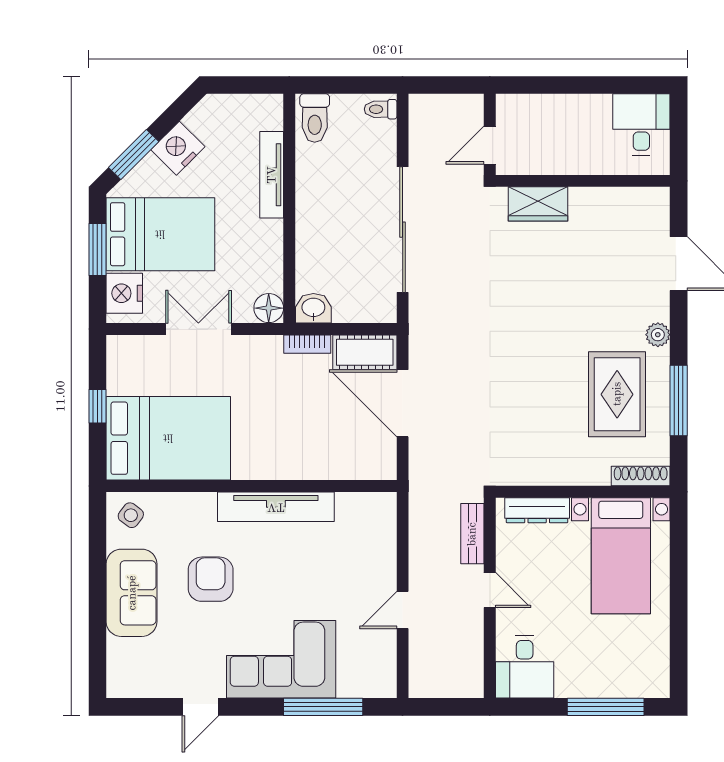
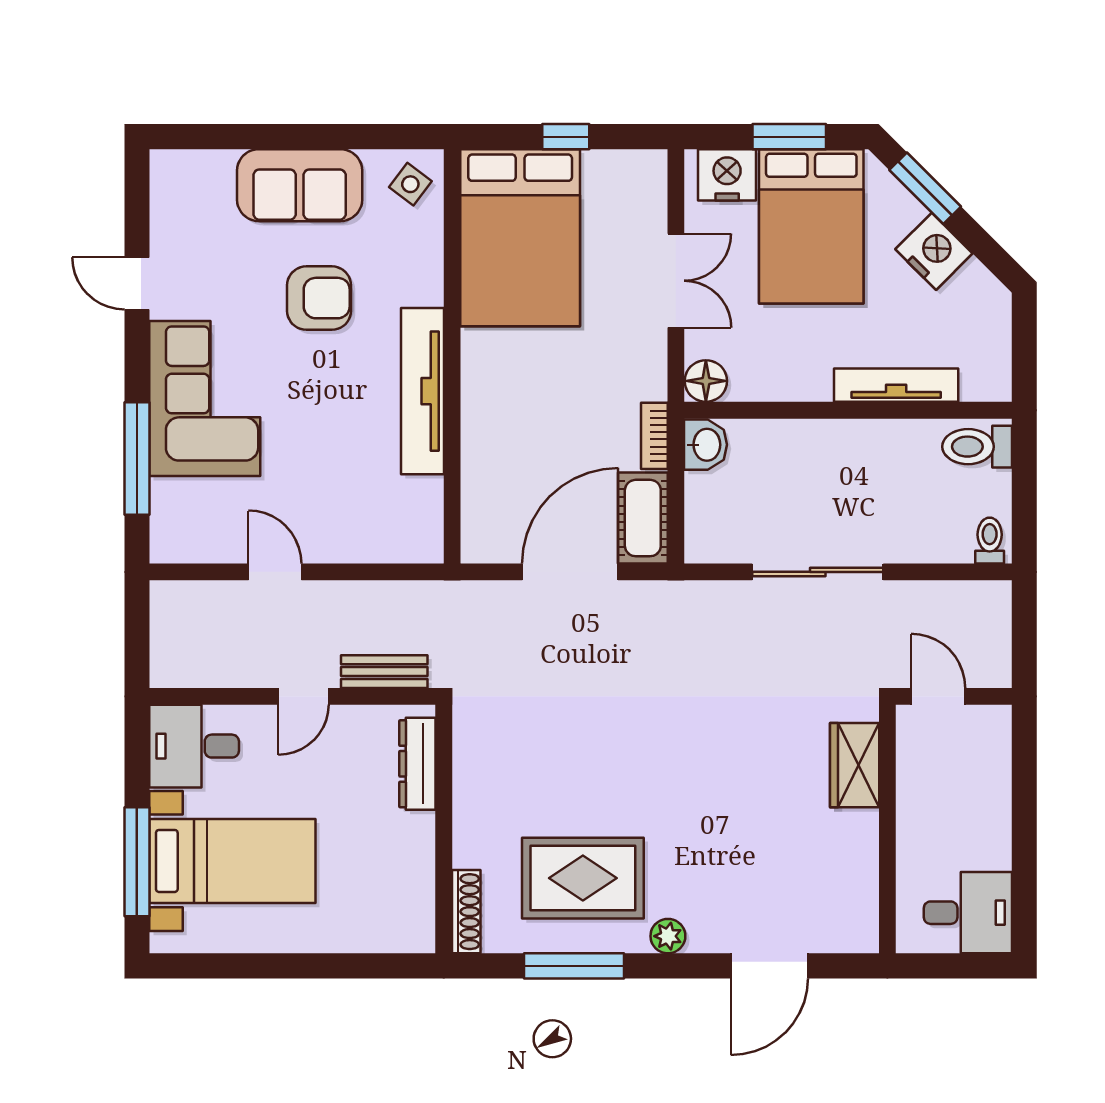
sliding door: (403, 230) -> (818, 572), width x0.73
bed with nightstands: (621, 556) -> (232, 861), moved, turned 180

